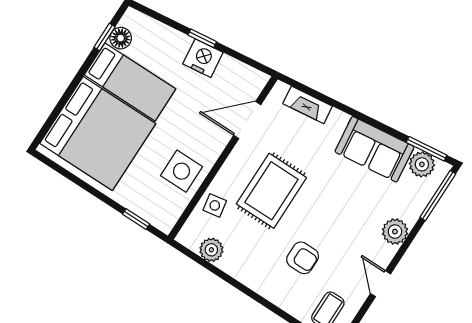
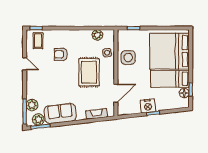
plant: (395, 232) -> (32, 105), moved

